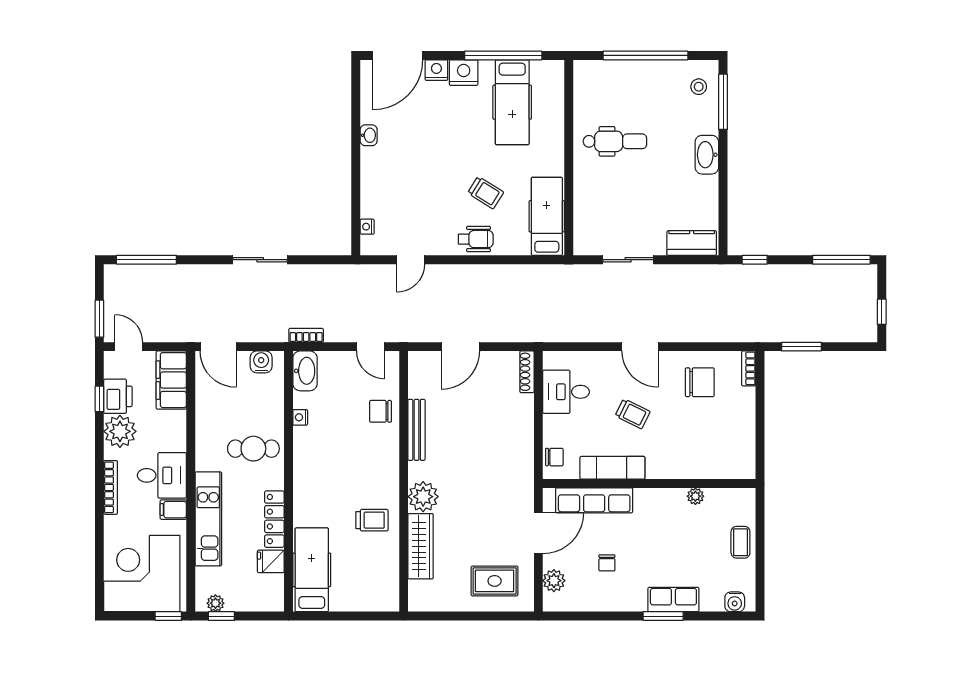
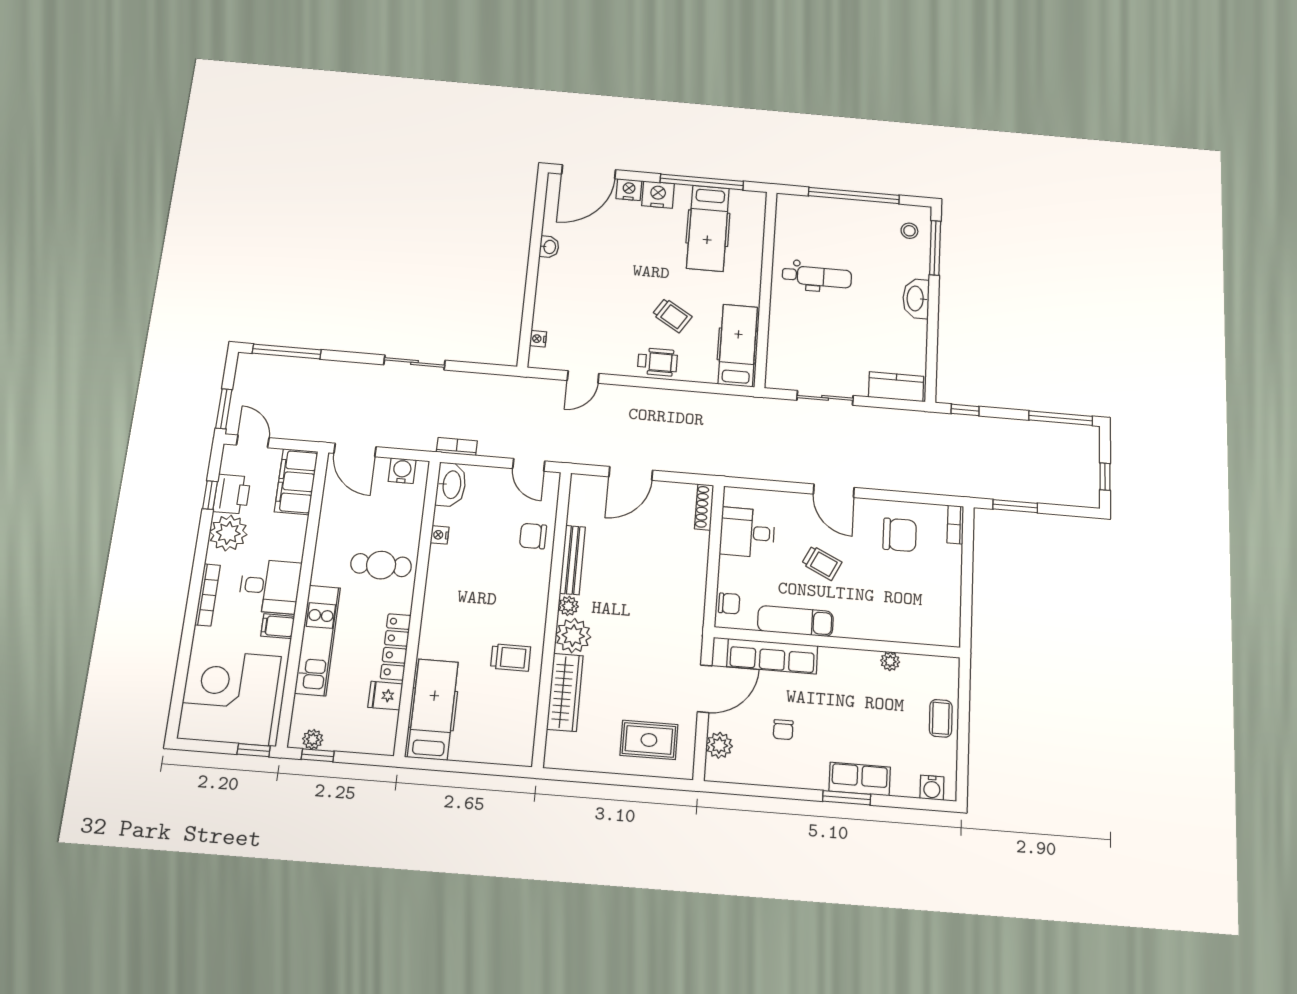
plant: (417, 471) -> (568, 606), added

